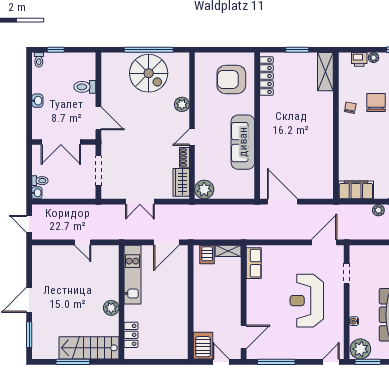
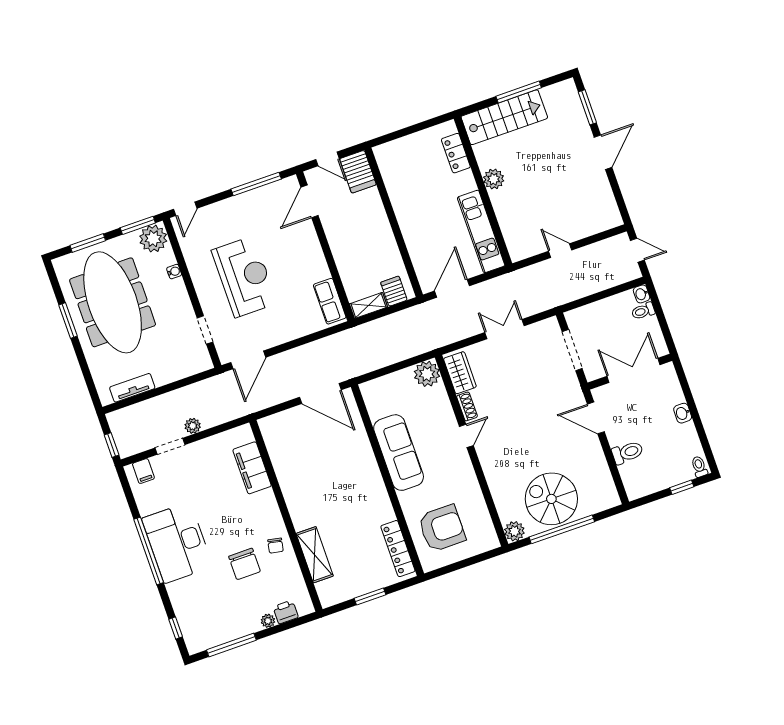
shelving: (325, 72) -> (315, 555), moved
plant: (182, 104) -> (514, 531), moved
filing cabinet: (356, 190) -> (252, 468), moved, turned 90

